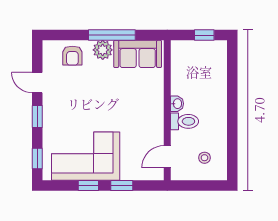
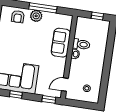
sofa: (138, 54) -> (61, 43), moved, turned 90
toilet: (185, 121) -> (81, 44), moved
window: (122, 185) -> (49, 99), moved

